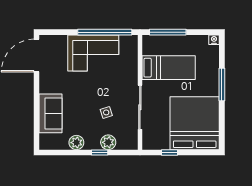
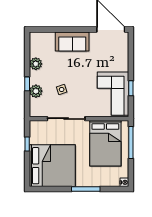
window: (105, 32) -> (131, 88), width x0.32
corner sofa: (93, 53) -> (113, 94), moved
bed: (169, 68) -> (105, 143), width x1.50
sofa: (51, 113) -> (72, 41), moved

